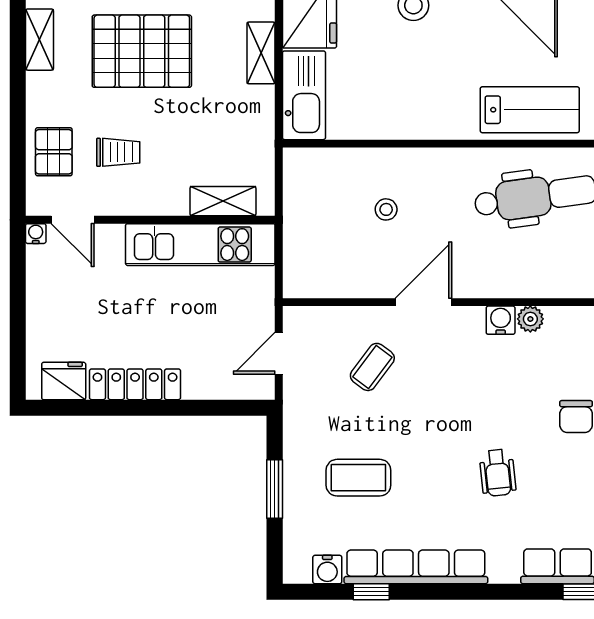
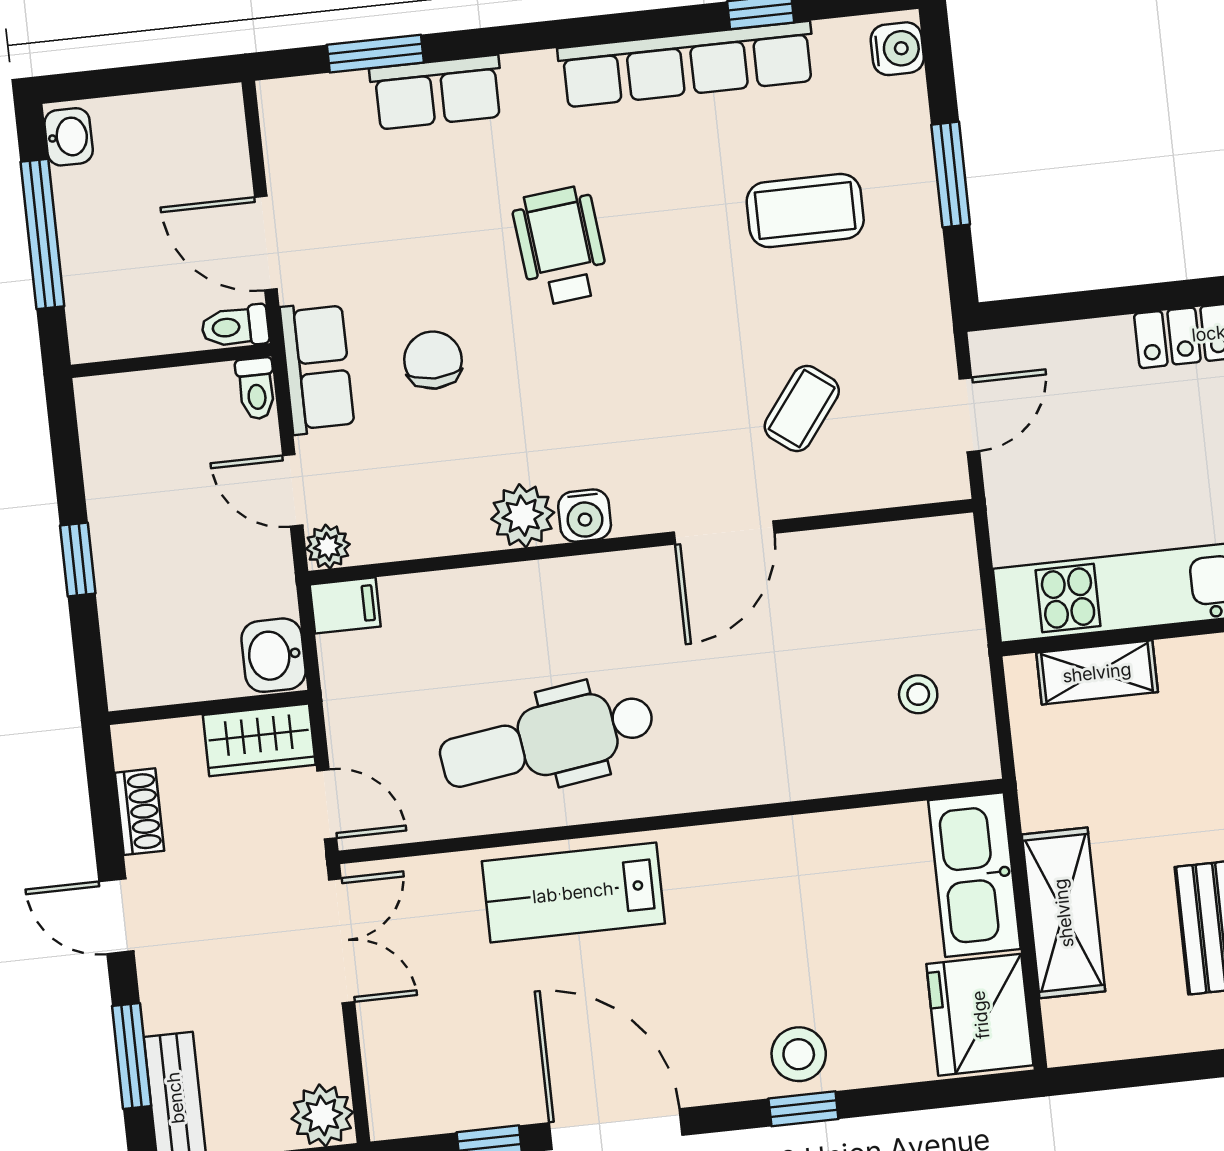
shelving: (261, 53) -> (1063, 913), width x1.50, depth x1.33
stool: (386, 209) -> (918, 694), moved
plant: (530, 319) -> (523, 516), width x1.38, depth x1.38
wheelchair: (498, 473) -> (561, 246), width x1.36, depth x1.37
water cooler: (327, 569) -> (897, 49), moved, turned 90

